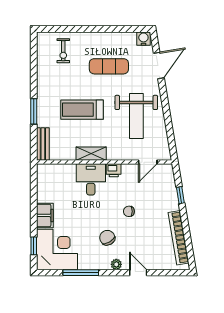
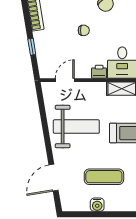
water cooler: (143, 39) -> (97, 205), moved
weight bench: (136, 116) -> (76, 127), turned 90

